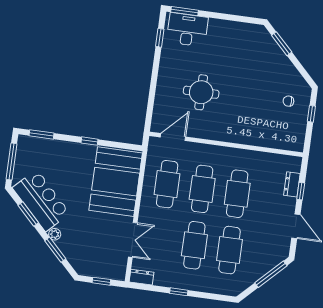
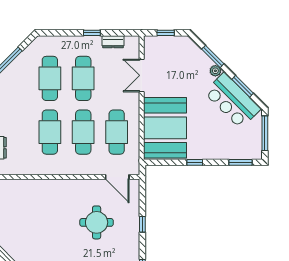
window: (153, 84) -> (142, 224), added
chair: (288, 101) -> (14, 225), removed
door: (173, 137) -> (117, 177), hinge flipped
dresser: (142, 277) -> (113, 42), moved

